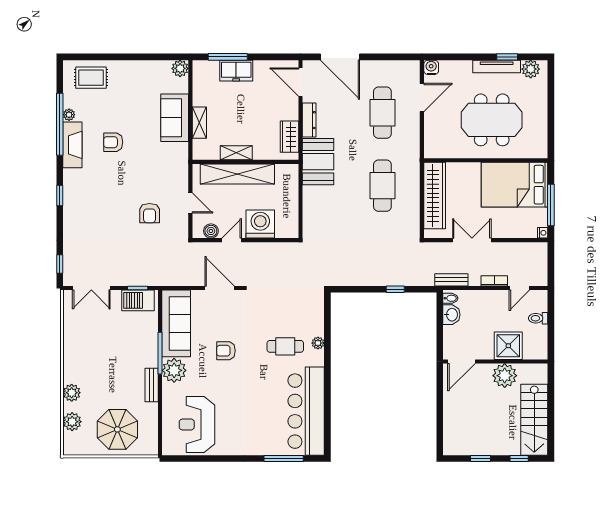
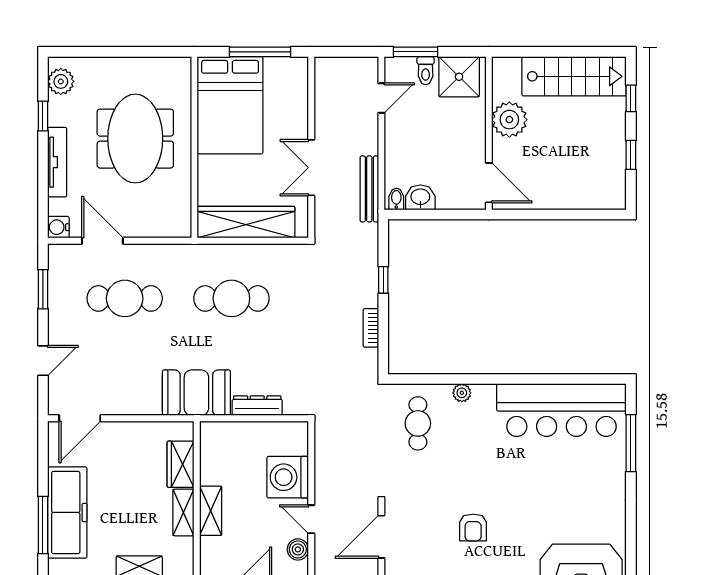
door: (340, 57) -> (43, 361), width x0.53
window: (389, 57) -> (43, 289), added
tv unit: (497, 66) -> (57, 162), moved
freezer: (236, 71) -> (67, 512), width x1.91, depth x1.26
dresser: (309, 120) -> (257, 406), moved
wardrobe: (289, 137) -> (181, 464), moved, turned 90
shelving: (237, 174) -> (211, 511), width x0.45, depth x0.75
nightstand: (543, 233) -> (301, 64), removed
bench: (451, 280) -> (369, 189), width x1.36
bookcase: (494, 281) -> (371, 328), moved
door: (519, 288) -> (381, 98), hinge flipped
window: (551, 311) -> (415, 52), added
cafe table: (285, 346) -> (418, 423), moved
shower: (508, 346) -> (459, 77), moved

